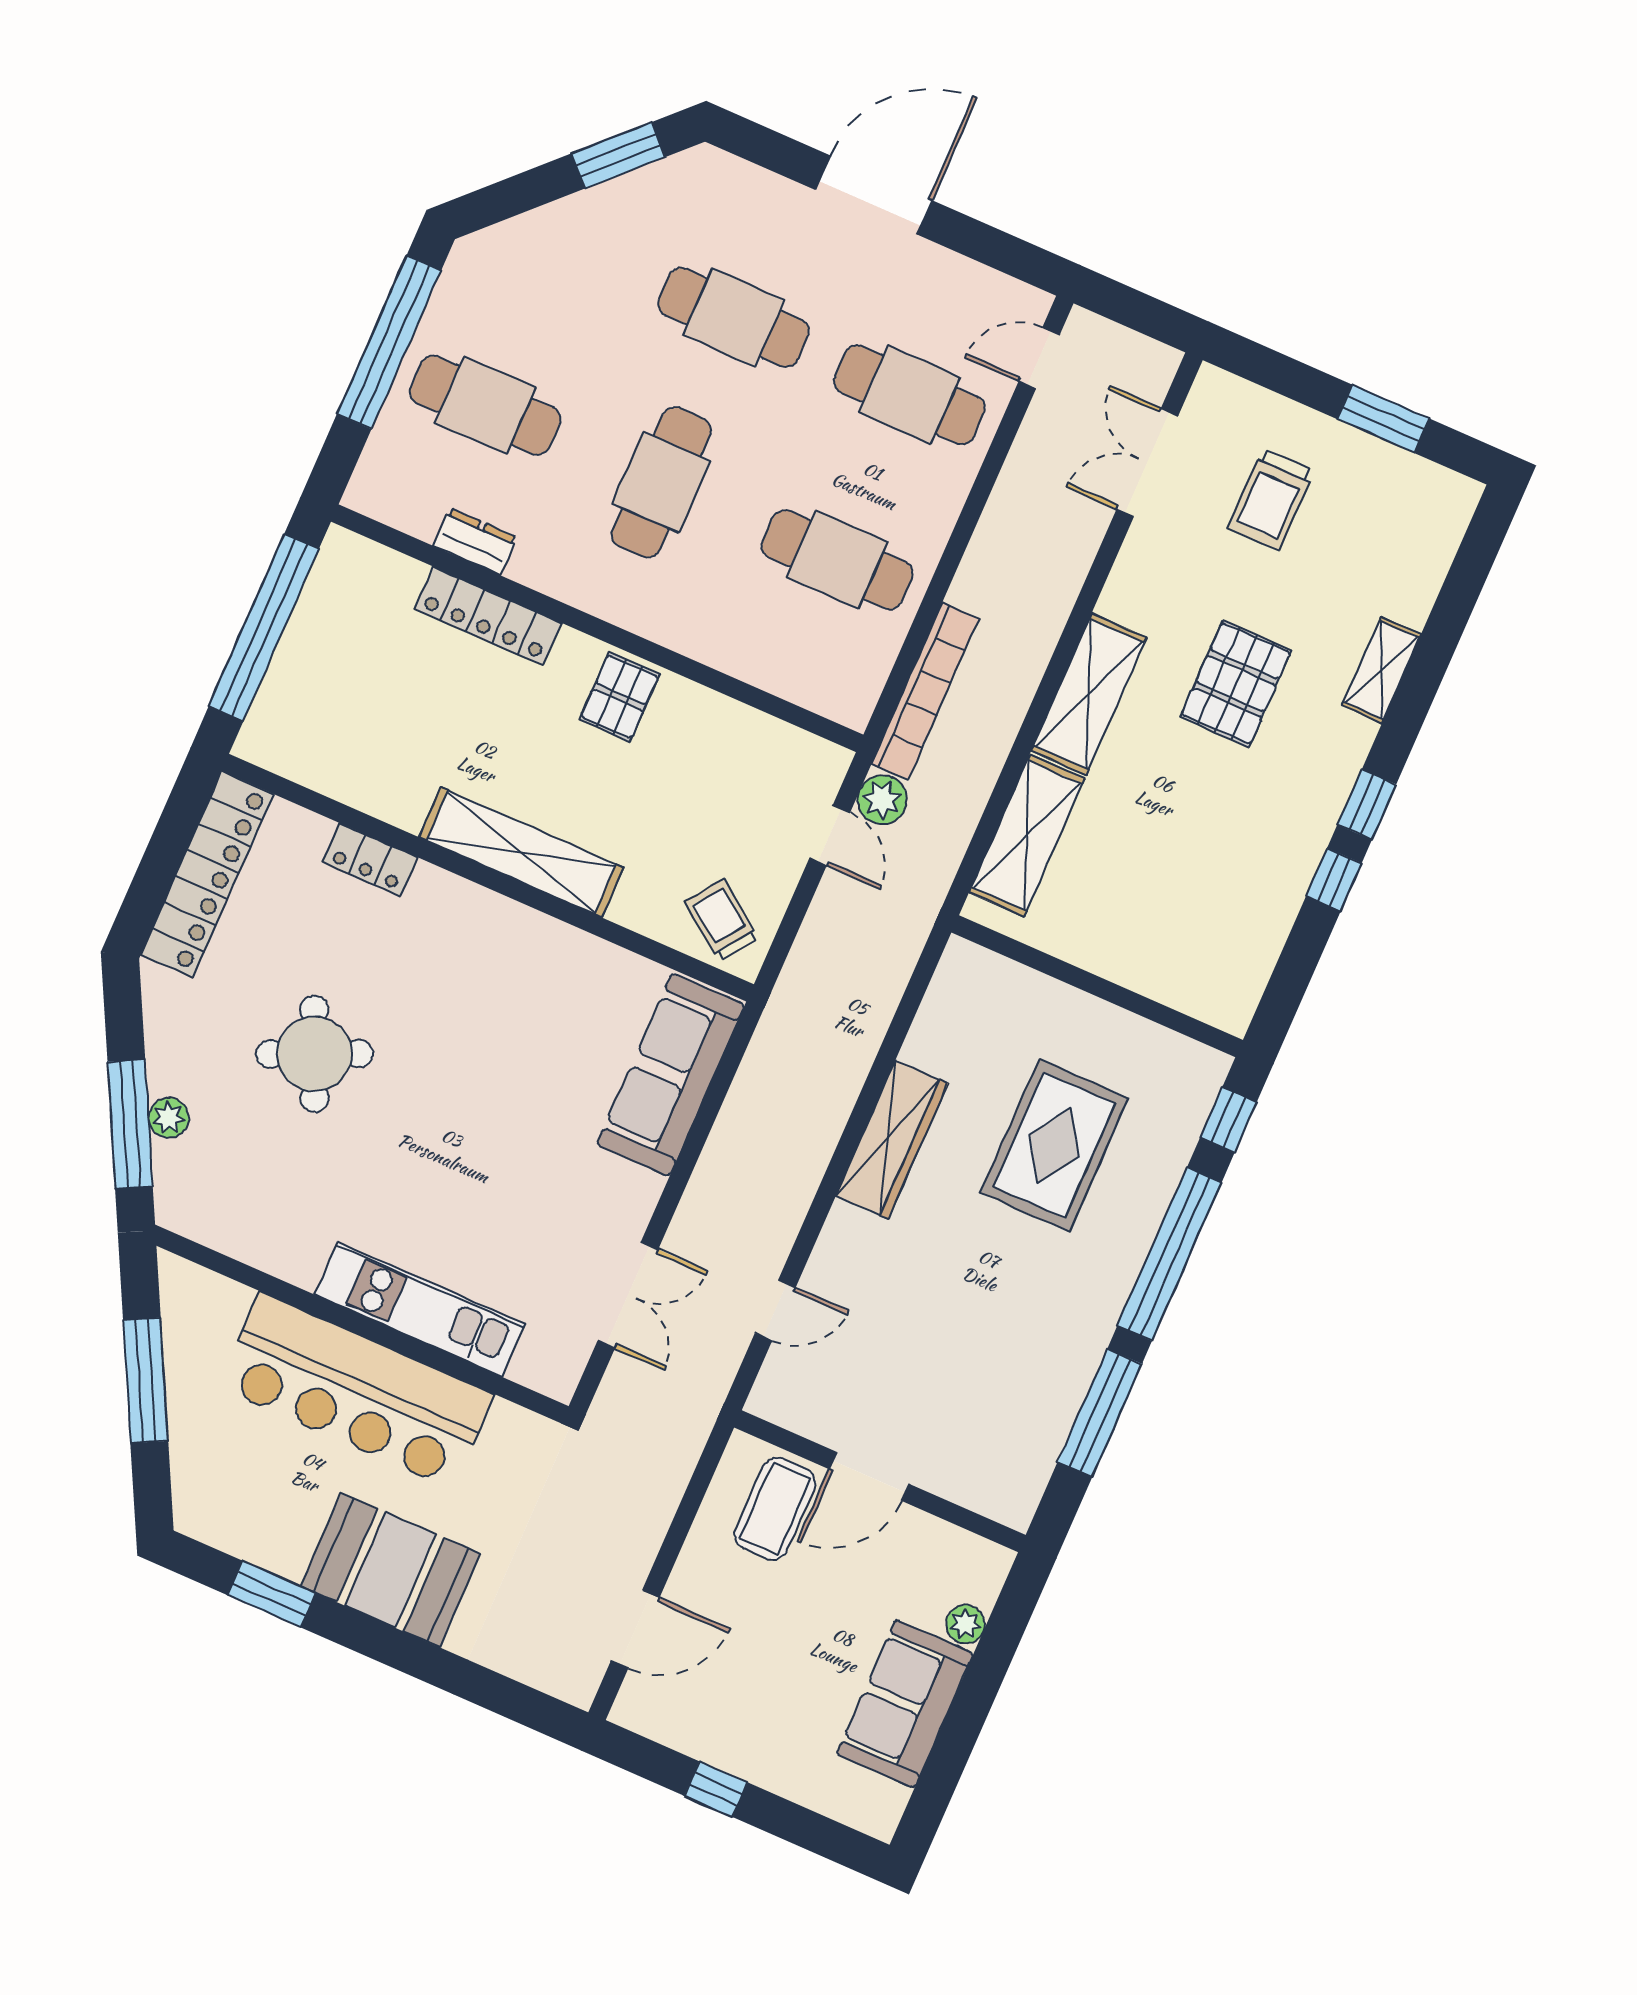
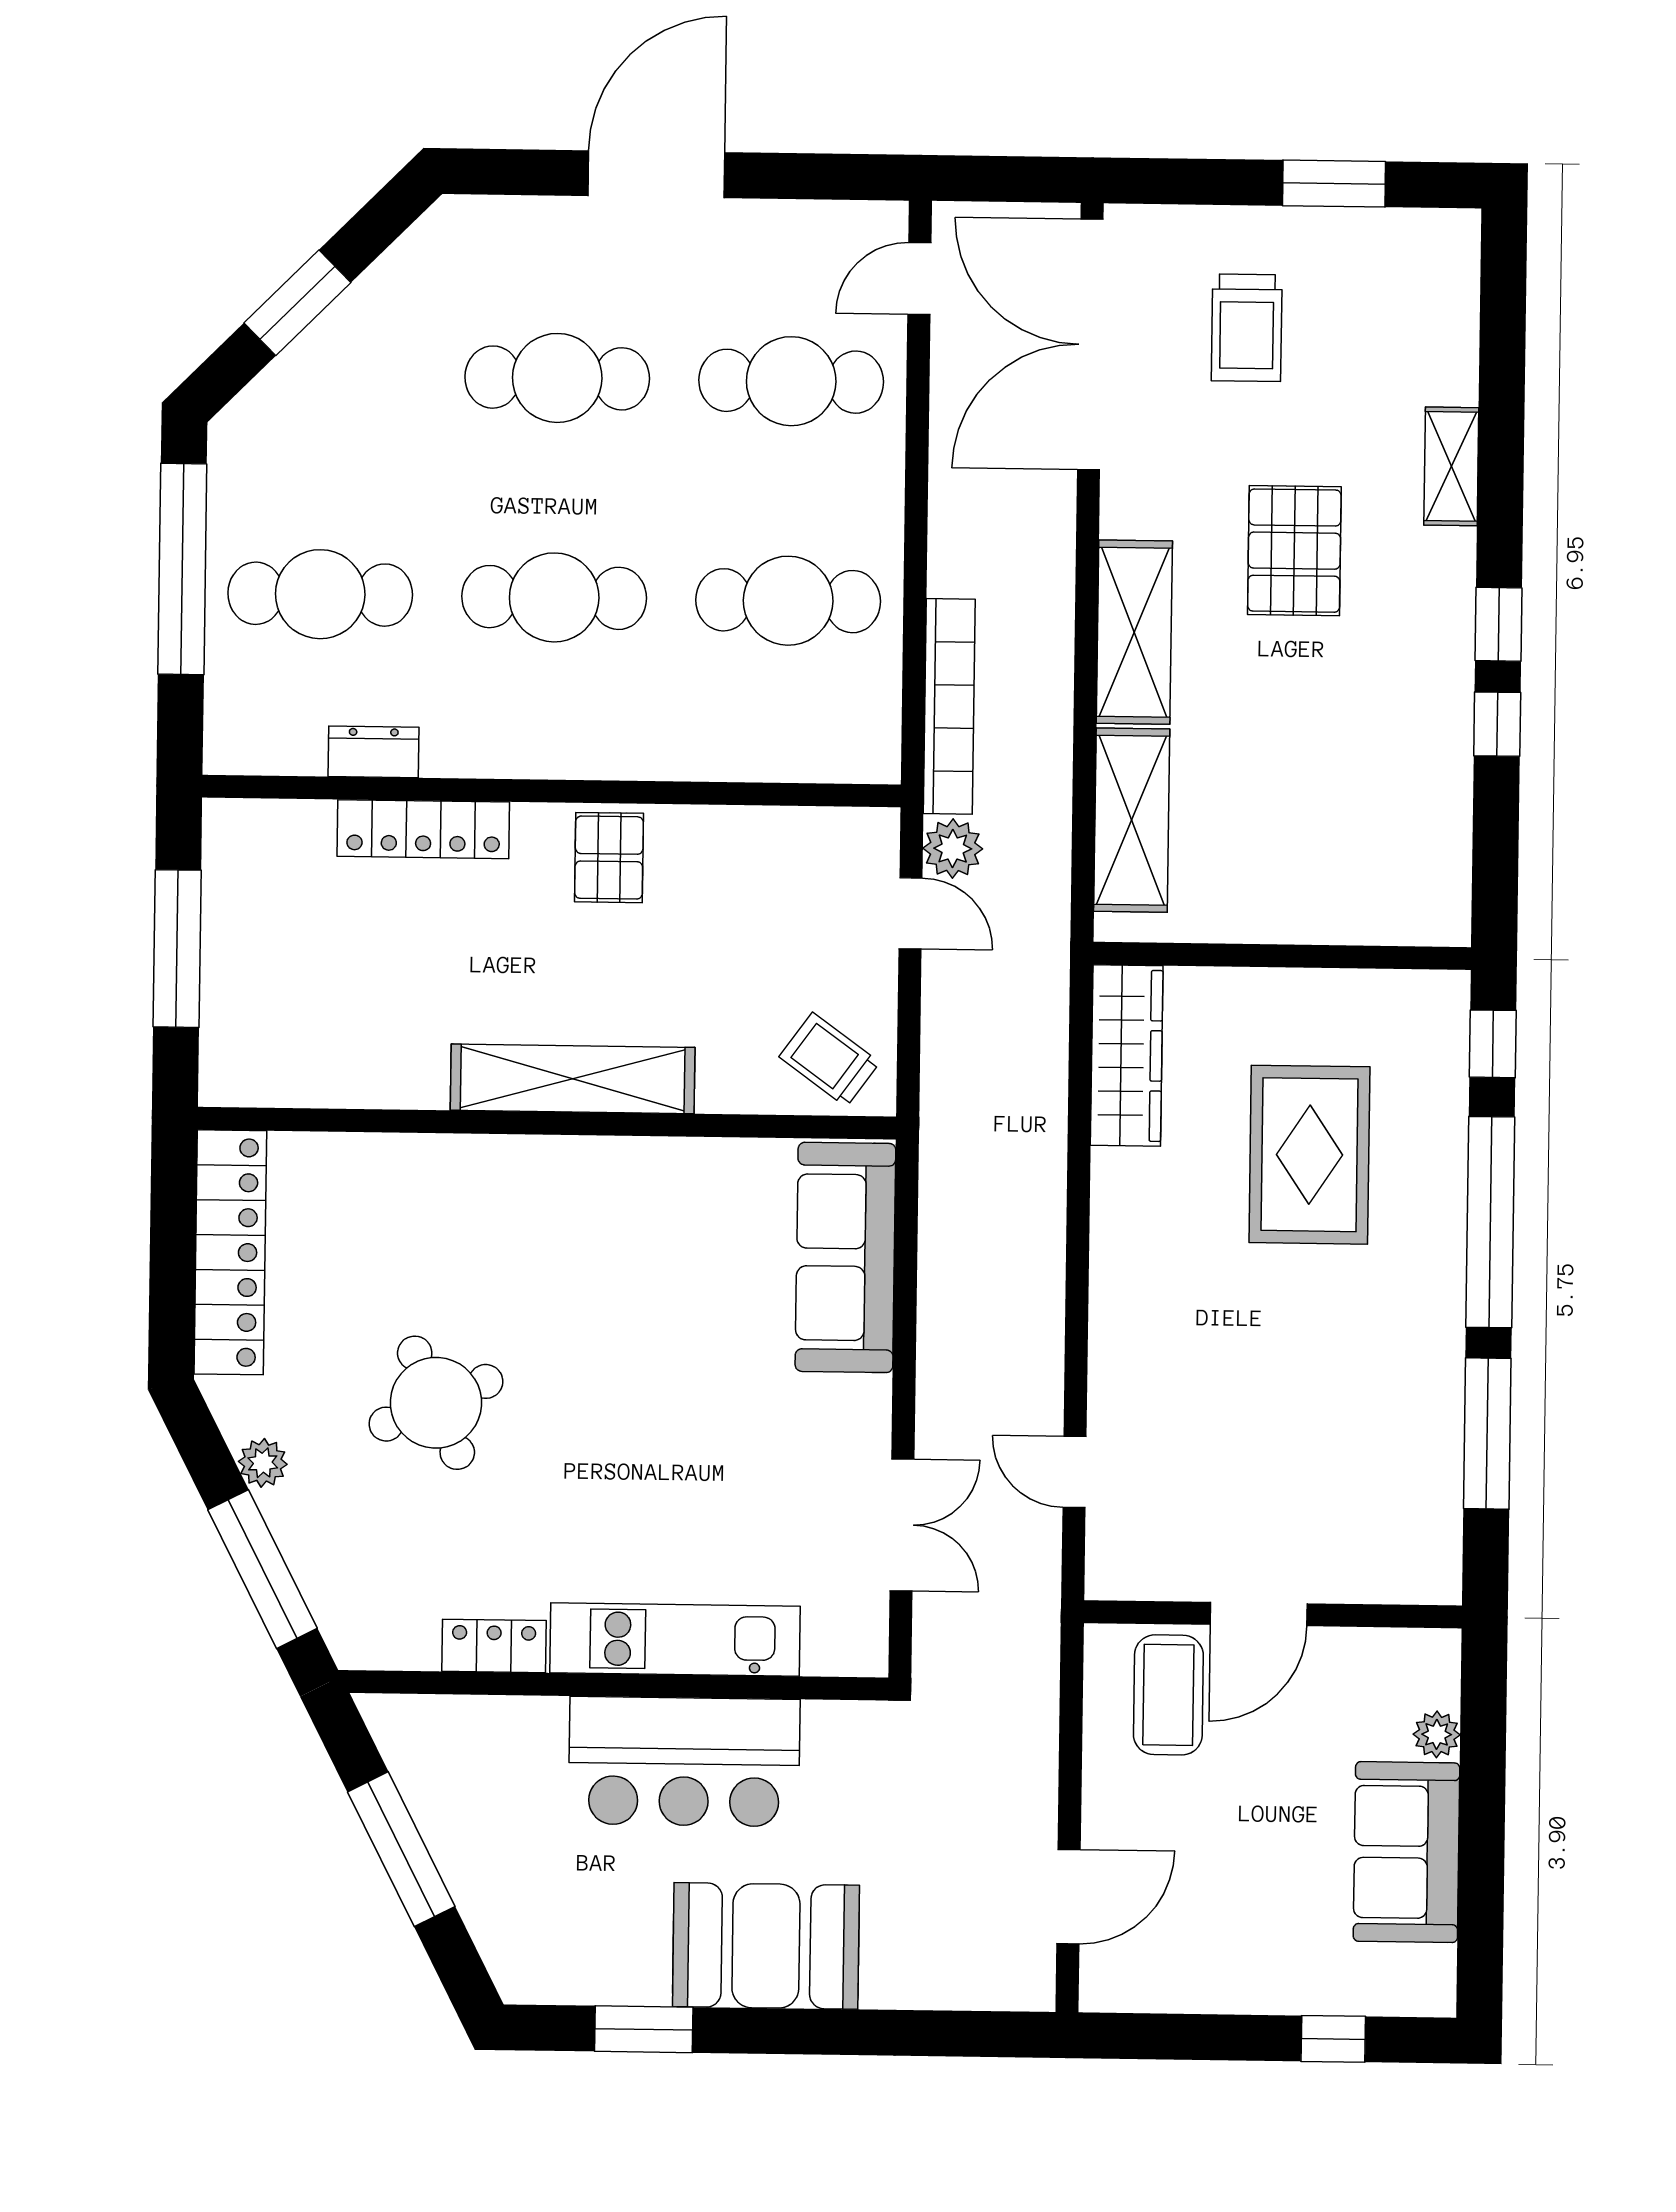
window: (618, 155) -> (297, 303), moved
double door: (1147, 463) -> (1090, 345), width x1.87
cafe table: (661, 483) -> (554, 597), turned 90
window: (264, 628) -> (177, 949), width x0.68
locker: (370, 860) -> (494, 1646), moved, turned 180
plant: (169, 1118) -> (263, 1463), moved
wardrobe: (892, 1140) -> (1127, 1056), moved
door: (775, 1310) -> (1074, 1472), swing flipped
bar counter: (356, 1391) -> (684, 1762), width x0.73
window: (716, 1789) -> (1333, 2039), moved

